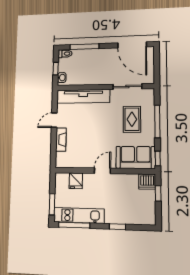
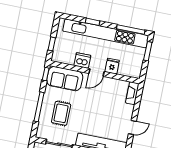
fireplace: (61, 140) -> (132, 93), moved
fridge: (76, 181) -> (112, 66), moved
dishwasher: (147, 182) -> (82, 60), moved
kitchen unit: (79, 215) -> (106, 33), width x1.86

